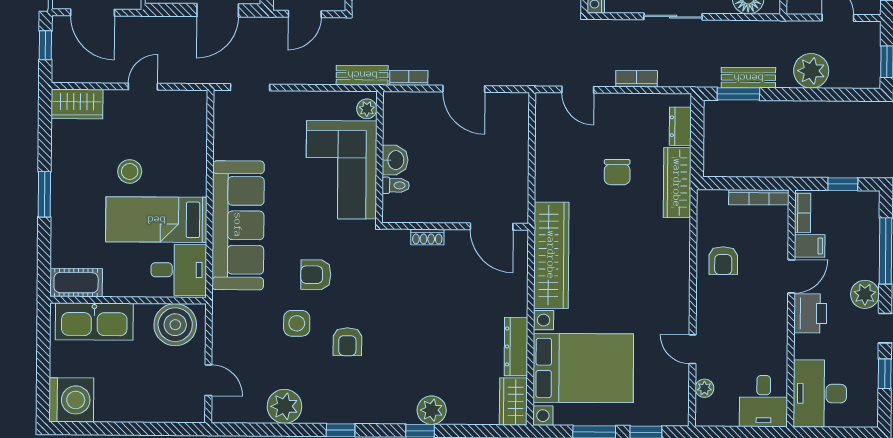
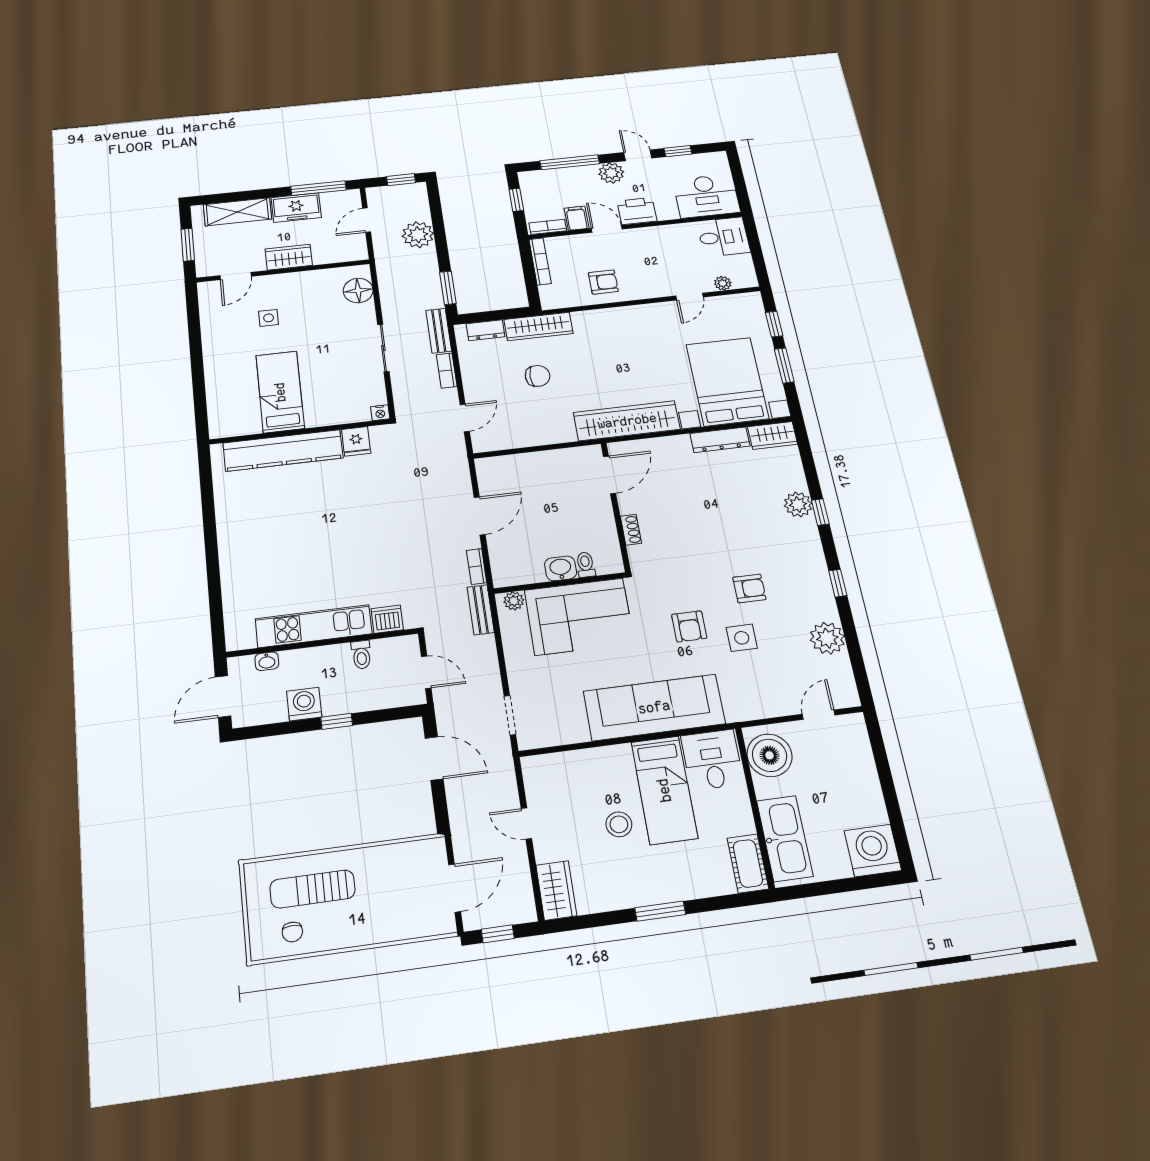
bench: (748, 78) -> (439, 331), moved

